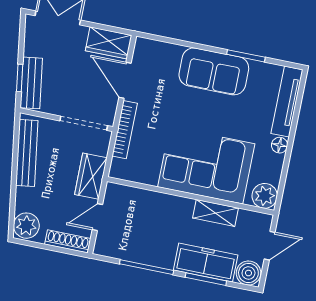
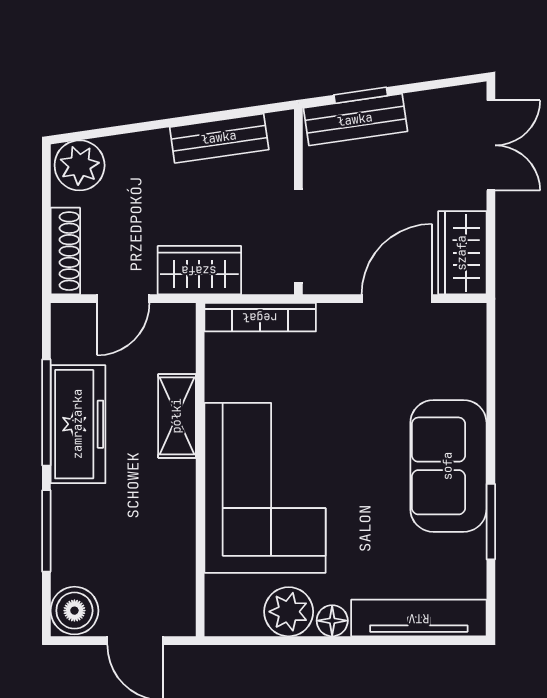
bookcase: (125, 130) -> (260, 317), moved
bench: (27, 153) -> (219, 138), width x0.73
plant: (265, 196) -> (289, 612), moved
shelving: (215, 213) -> (177, 416), moved
door: (97, 217) -> (123, 299), swing flipped
freezer: (206, 263) -> (78, 424), moved

